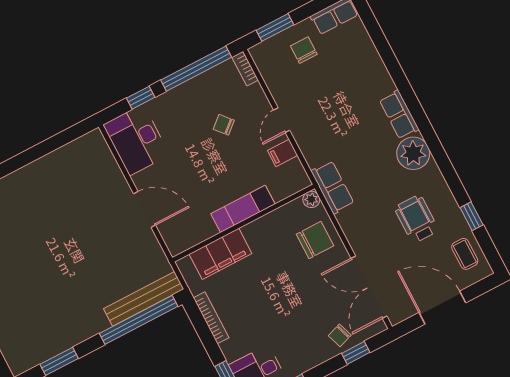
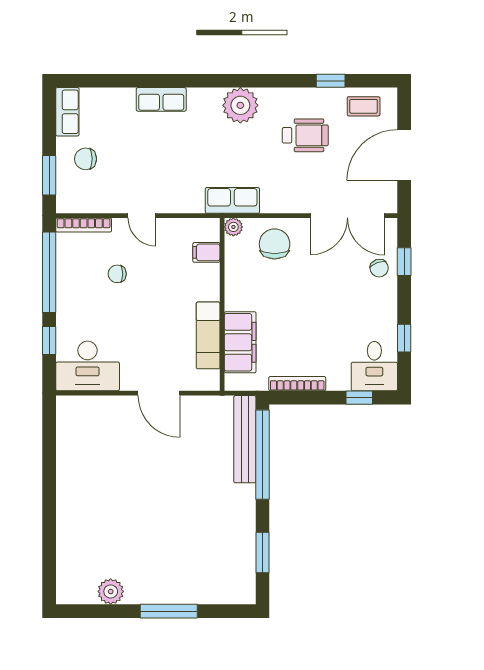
bookcase: (245, 69) -> (84, 225), width x1.56
row of seats: (399, 115) -> (161, 99), moved
chair: (224, 125) -> (117, 274), turned 41
filing cabinet: (283, 153) -> (206, 252), moved, turned 90
door: (145, 209) -> (159, 393), swing flipped
exam couch: (243, 209) -> (208, 335), moved
wheelchair: (416, 219) -> (305, 135), turned 180

